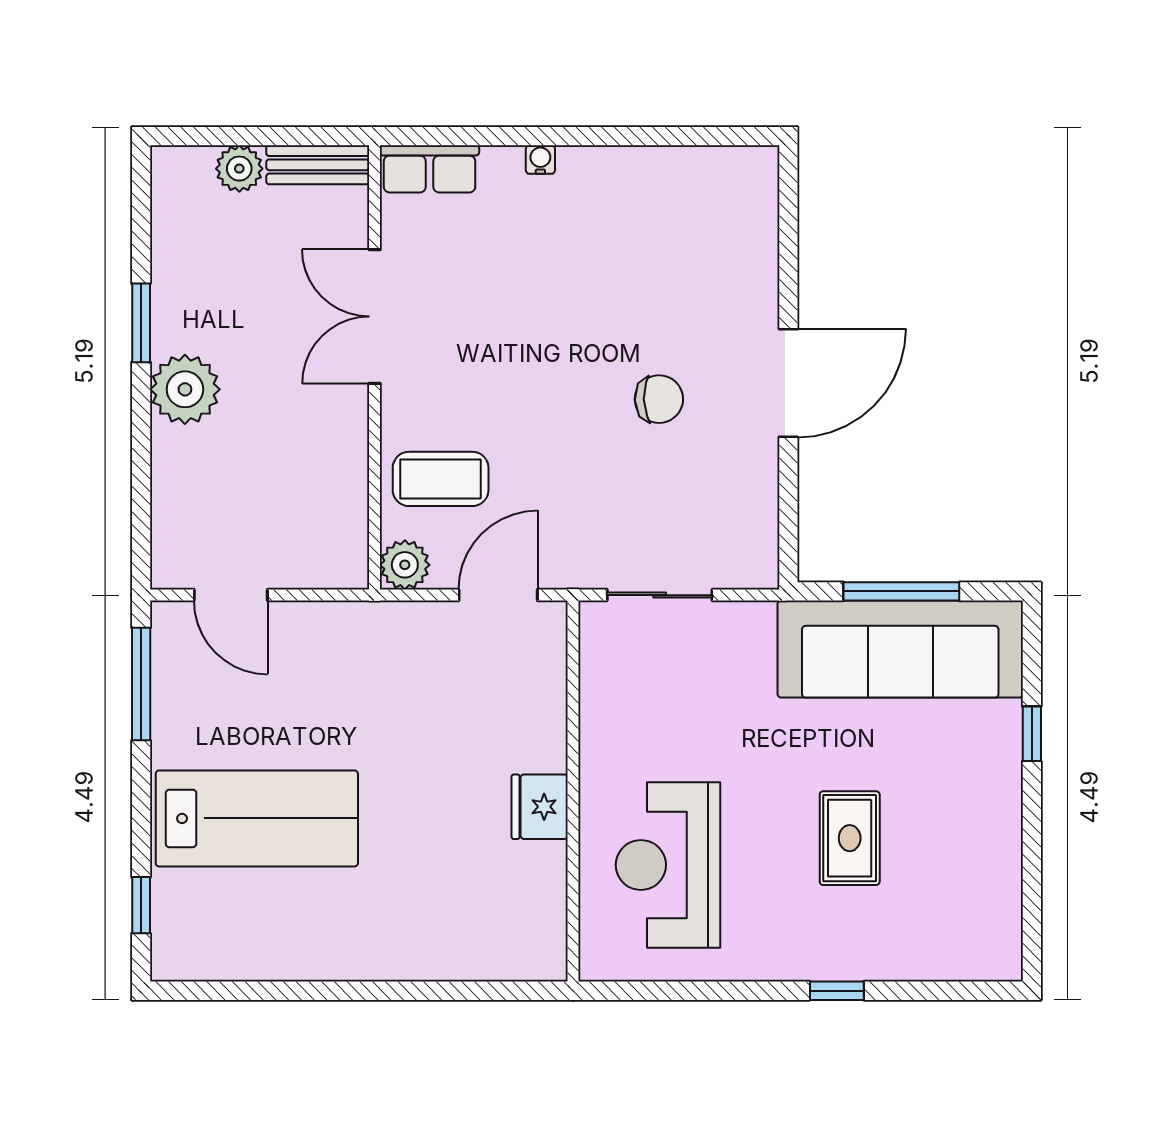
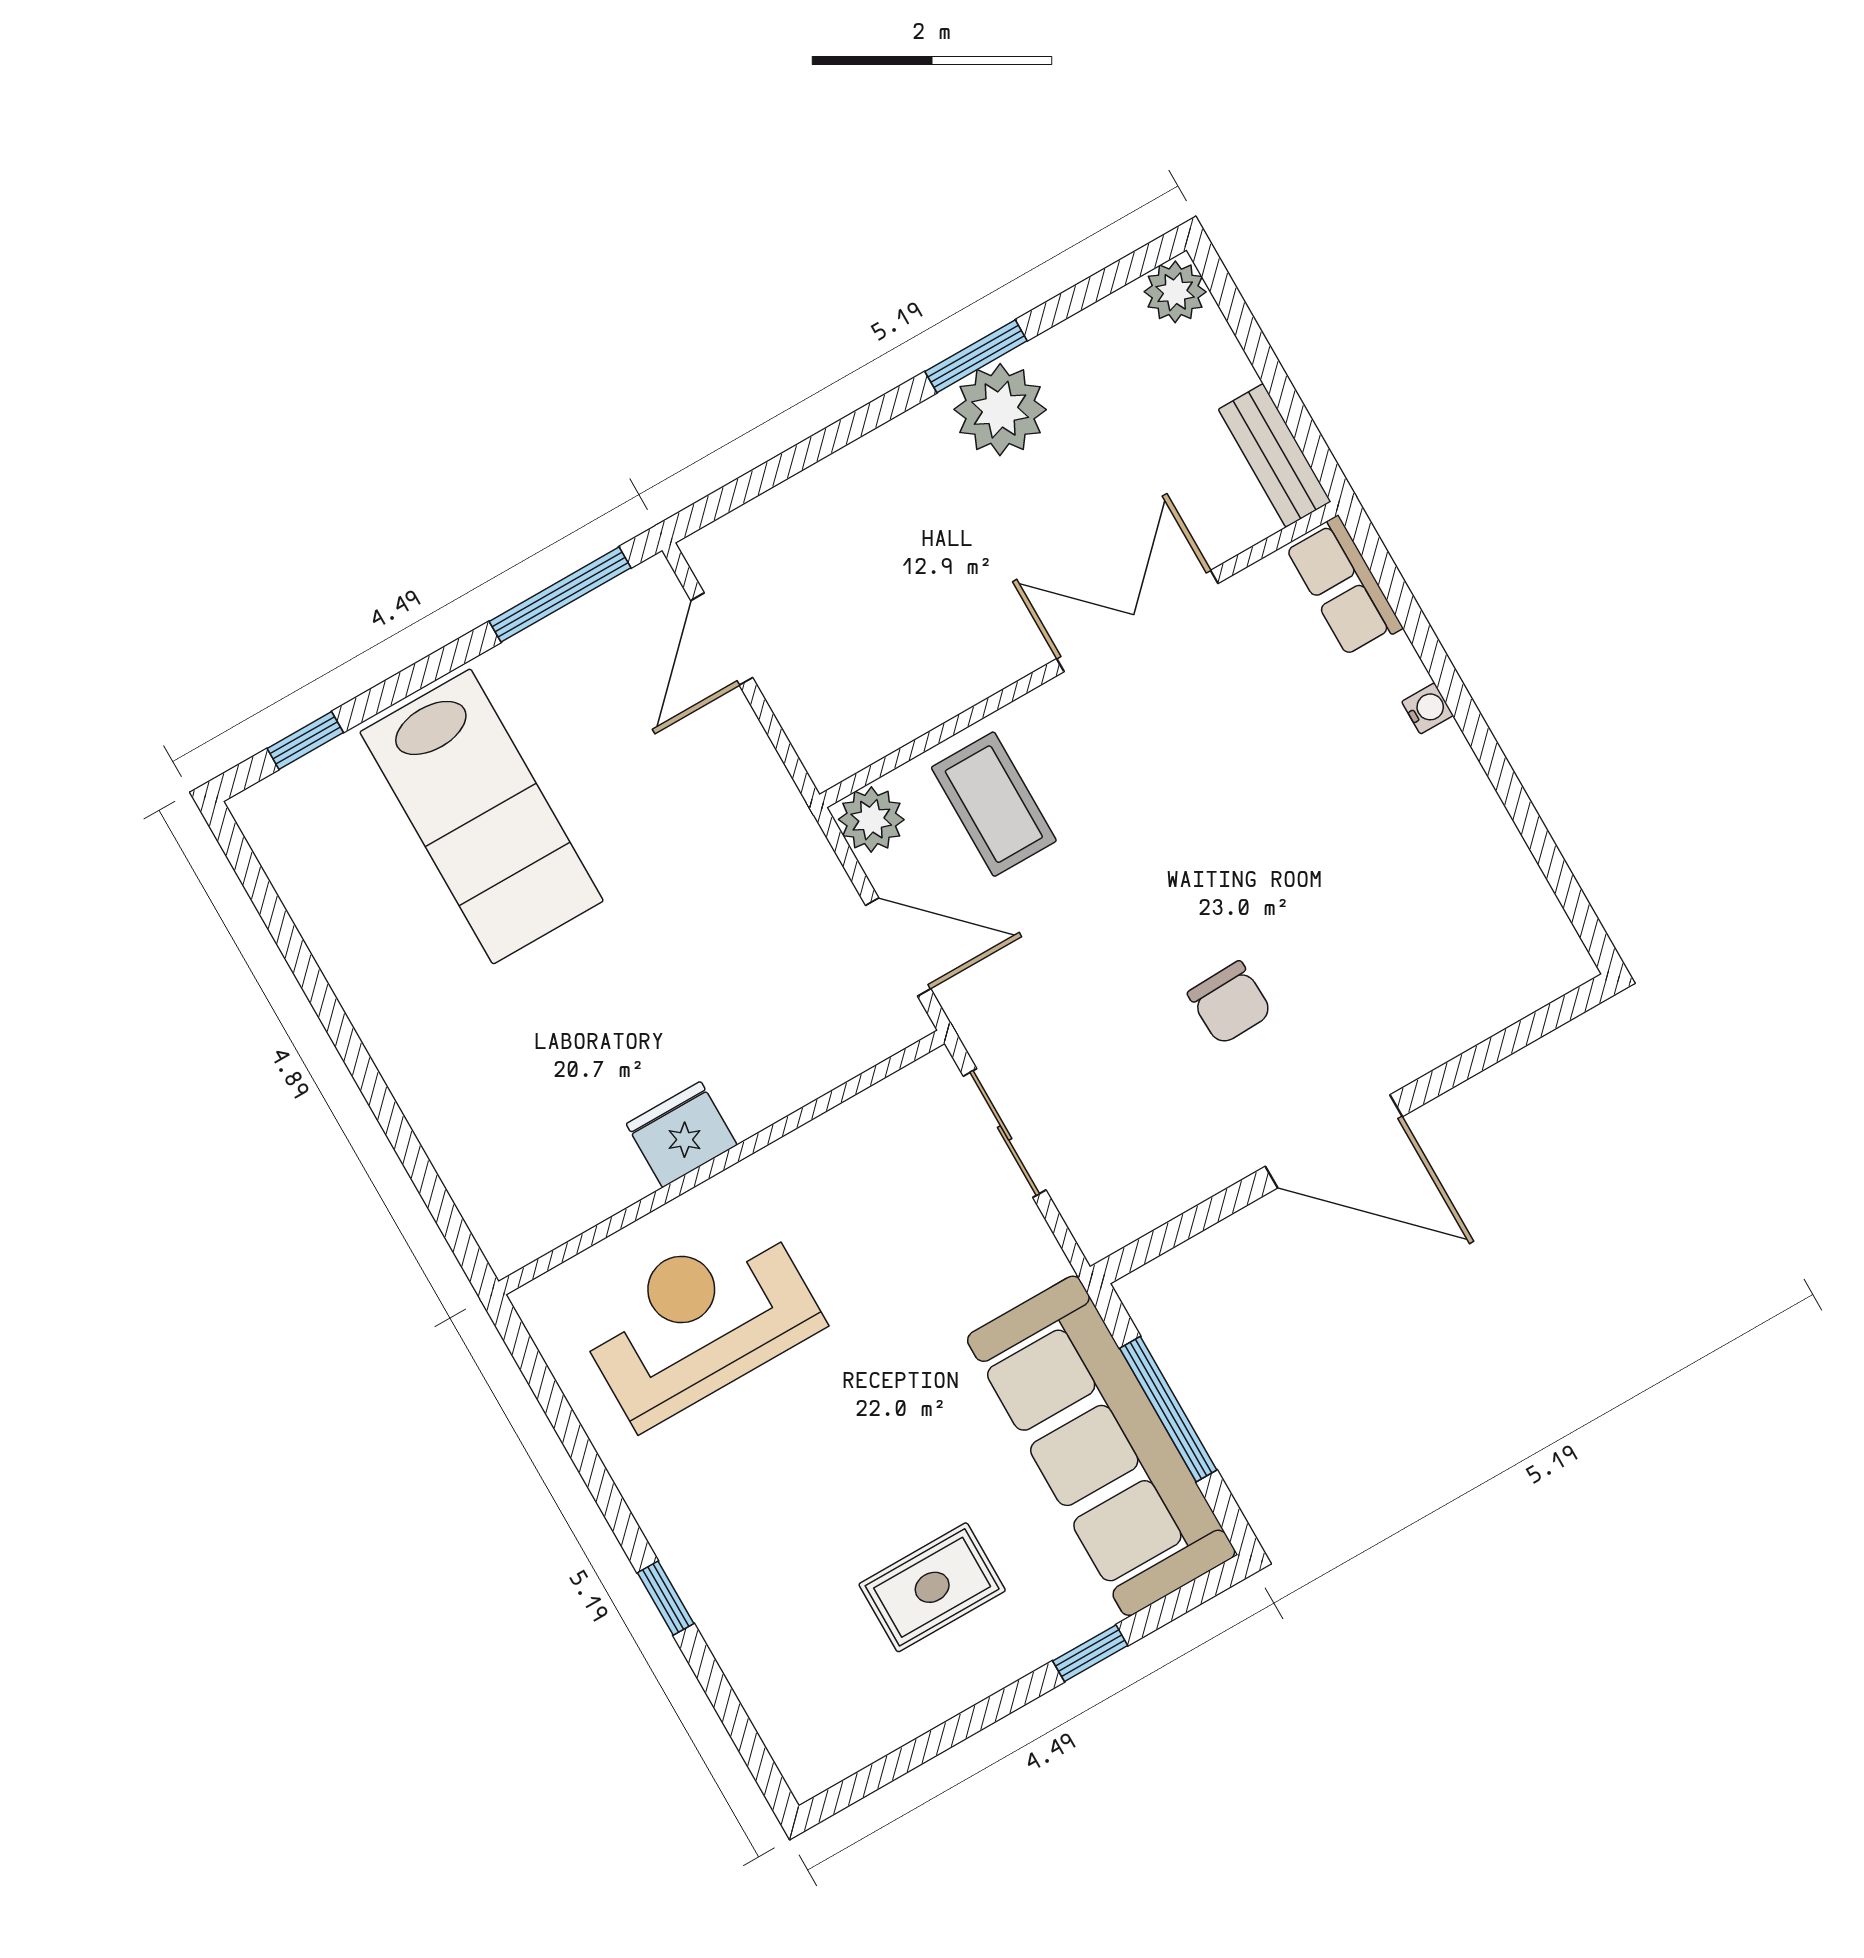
plant: (239, 169) -> (1175, 292), moved
plant: (185, 389) -> (1000, 410), moved
rug: (850, 838) -> (932, 1587), moved

